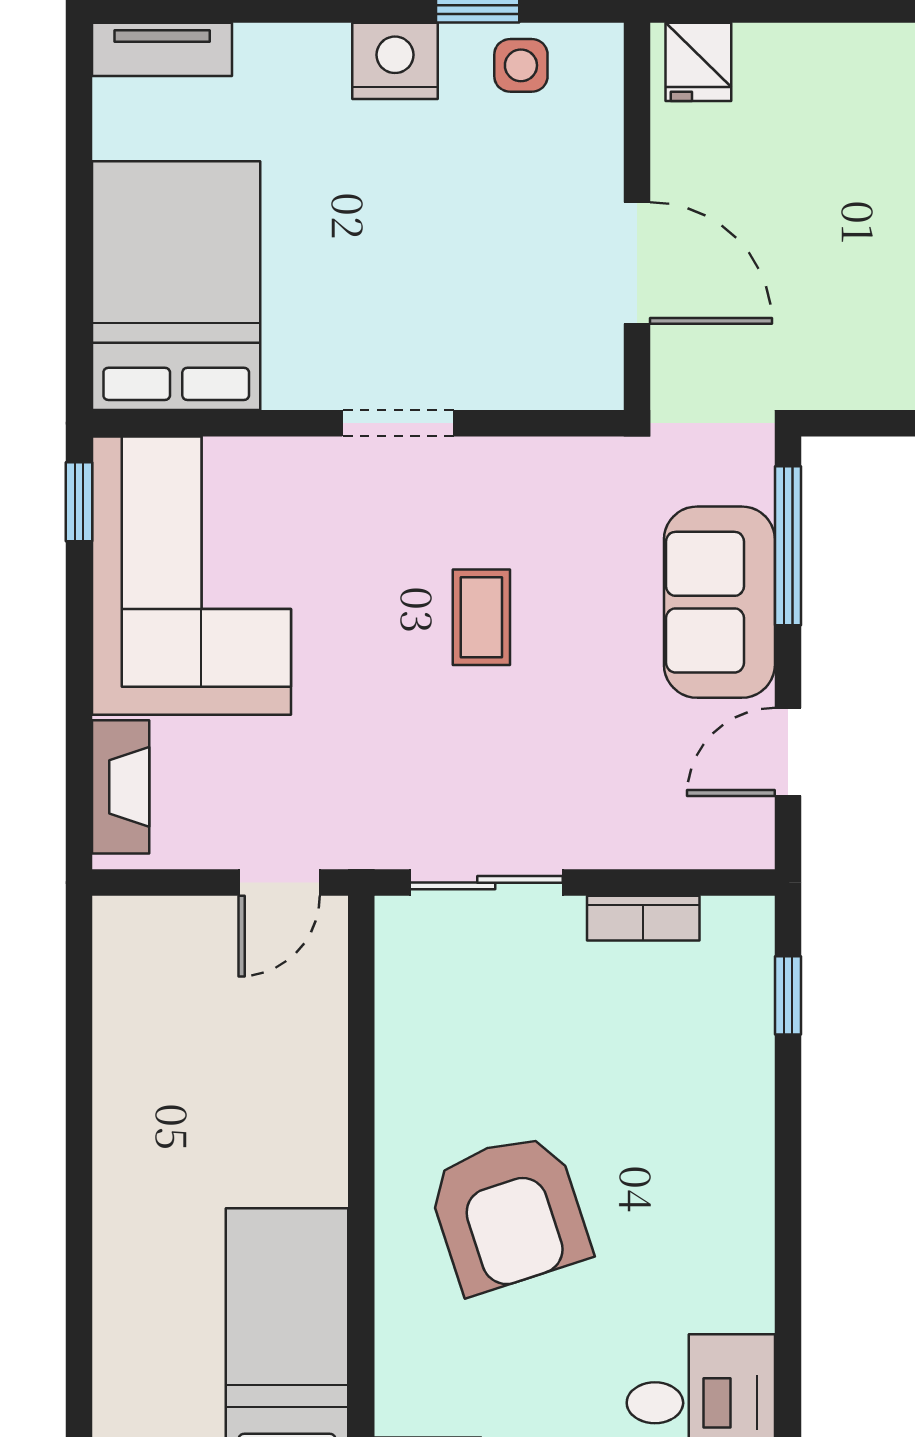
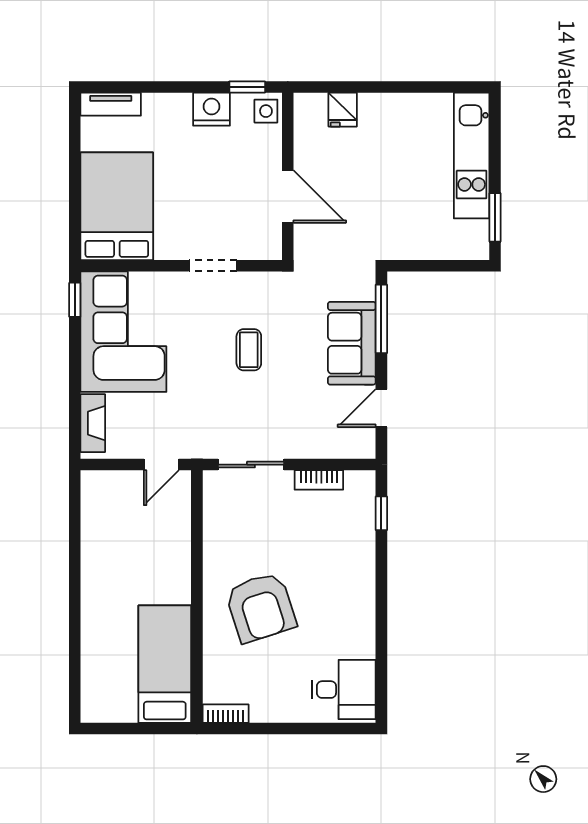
wall: (637, 216) -> (288, 176), moved
door: (637, 263) -> (288, 197), moved

